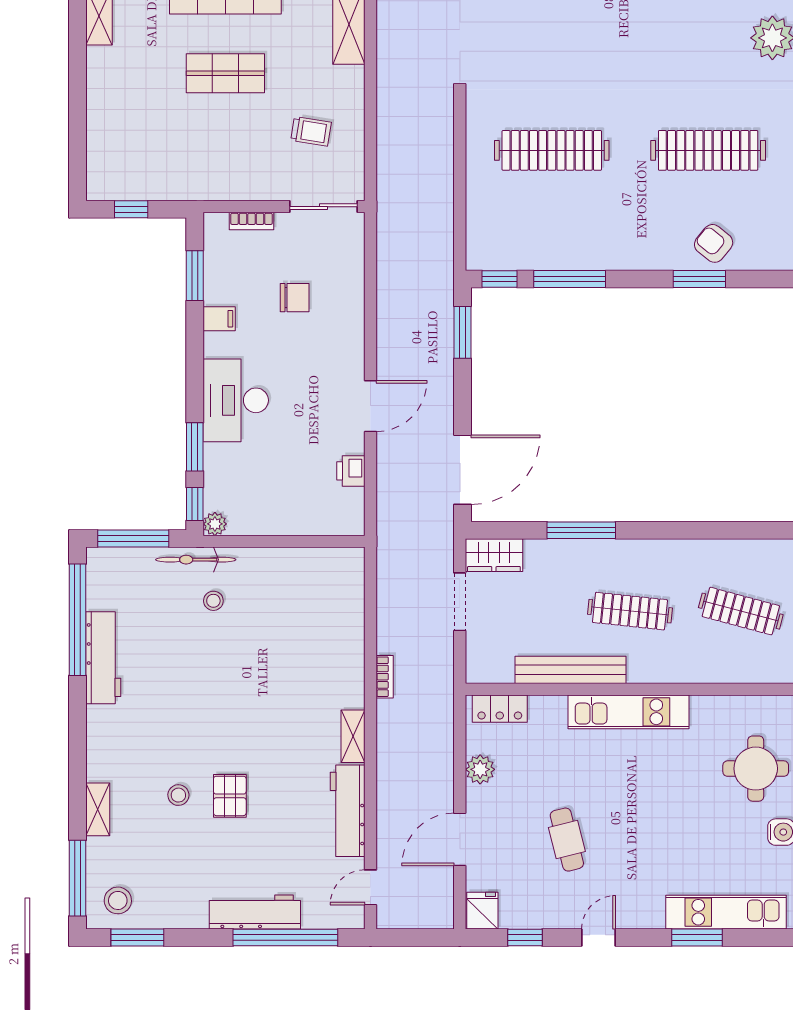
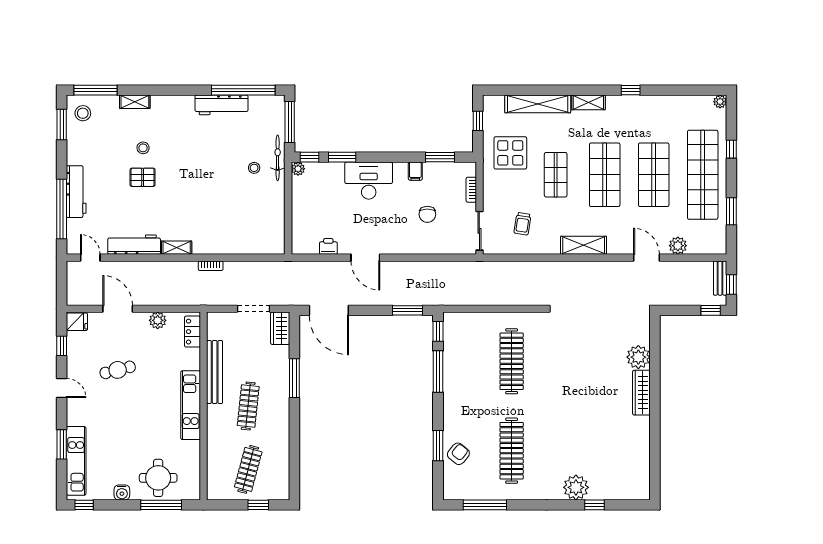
shelving: (102, 105) -> (538, 104), added
display table: (187, 153) -> (510, 153), added

